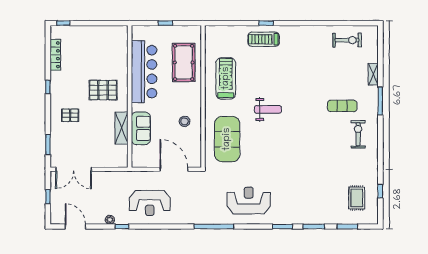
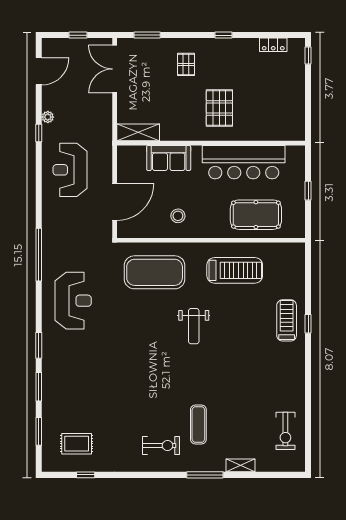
locker: (55, 55) -> (273, 45), width x0.66
shelving: (122, 128) -> (138, 132), moved

